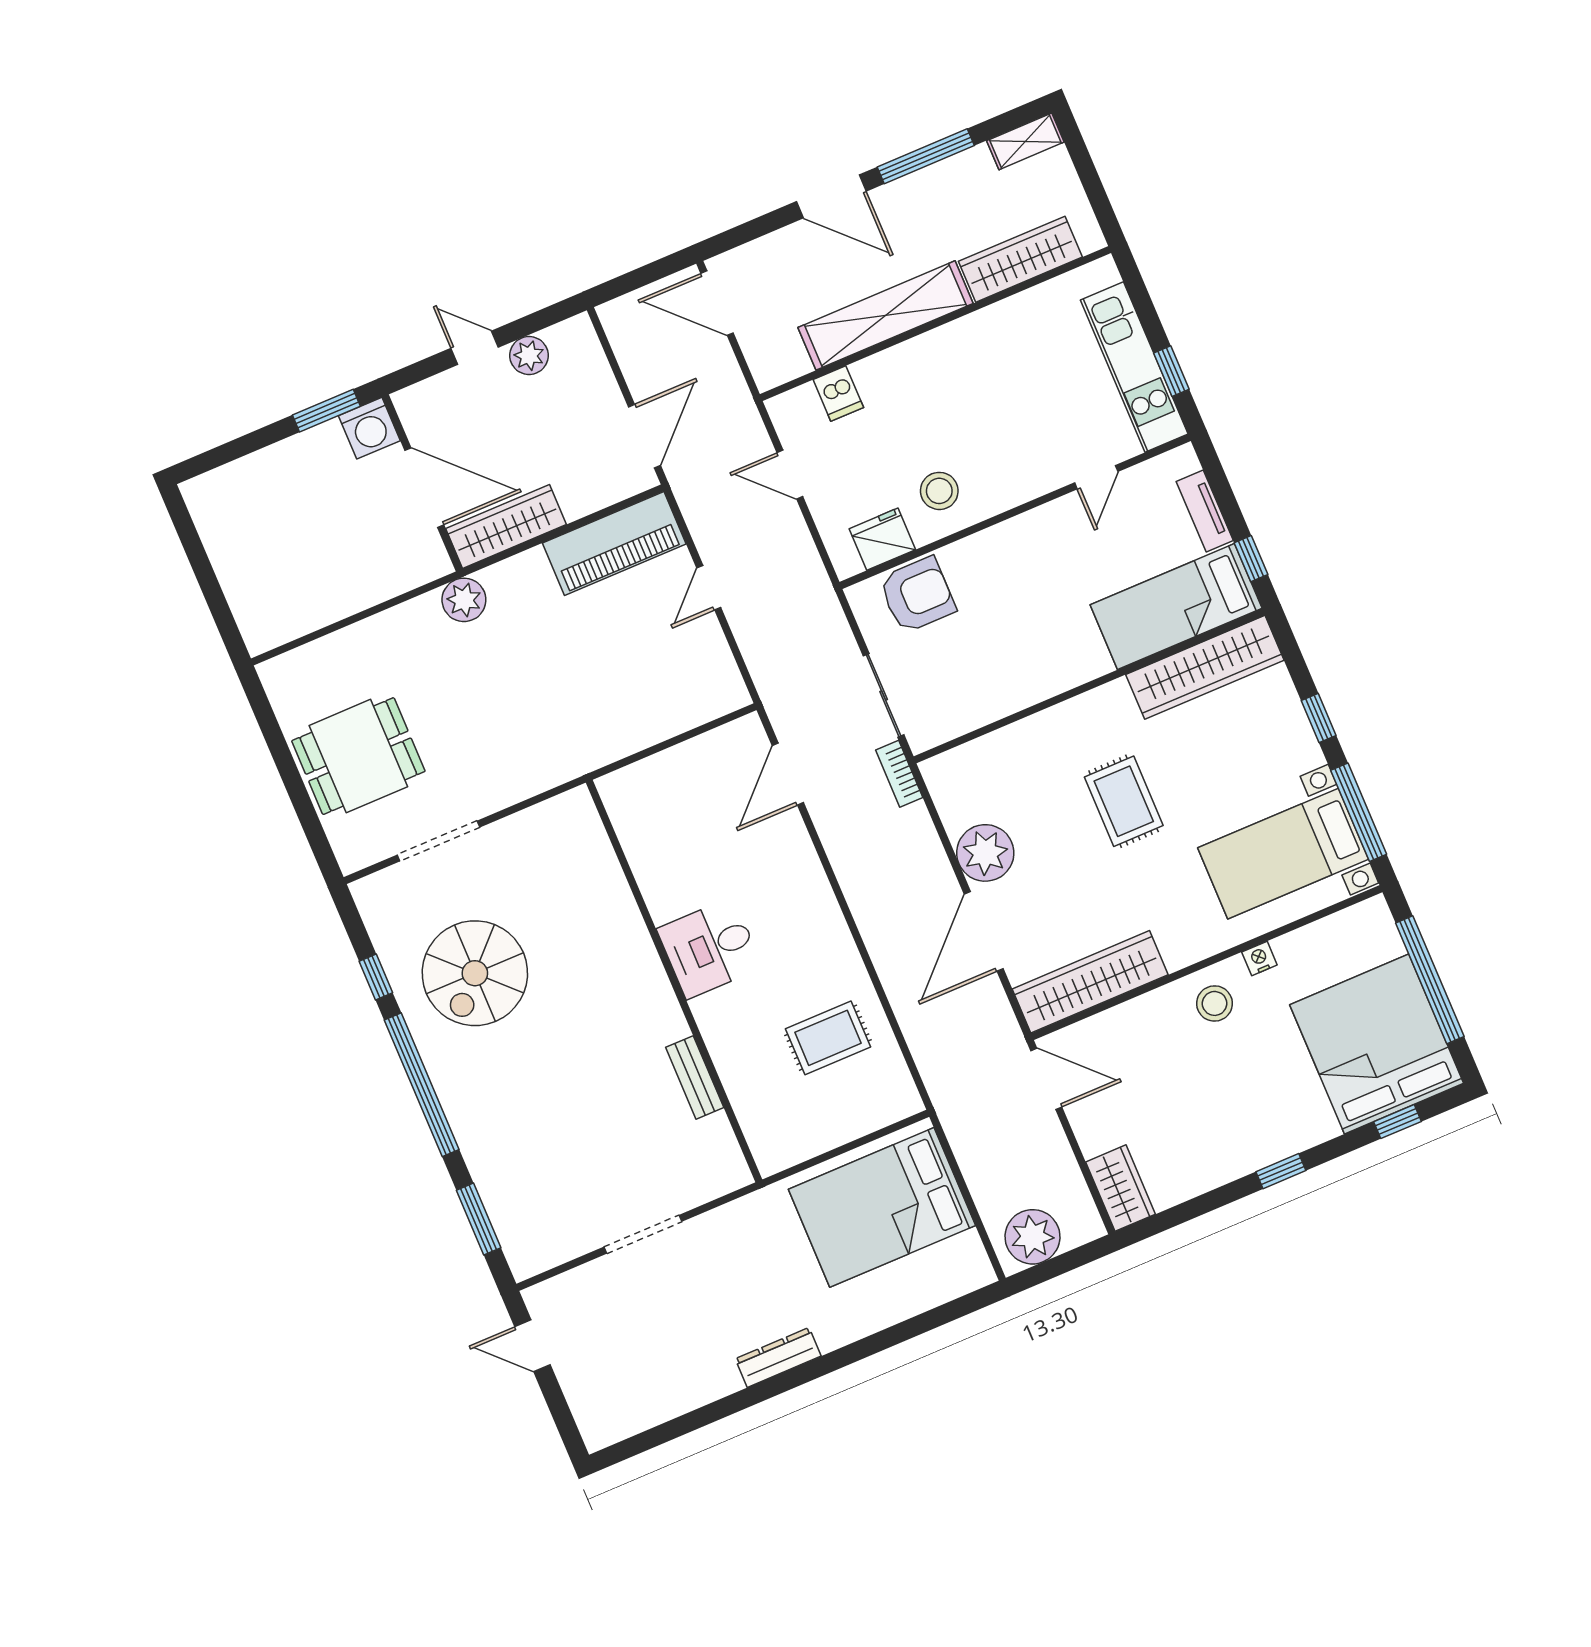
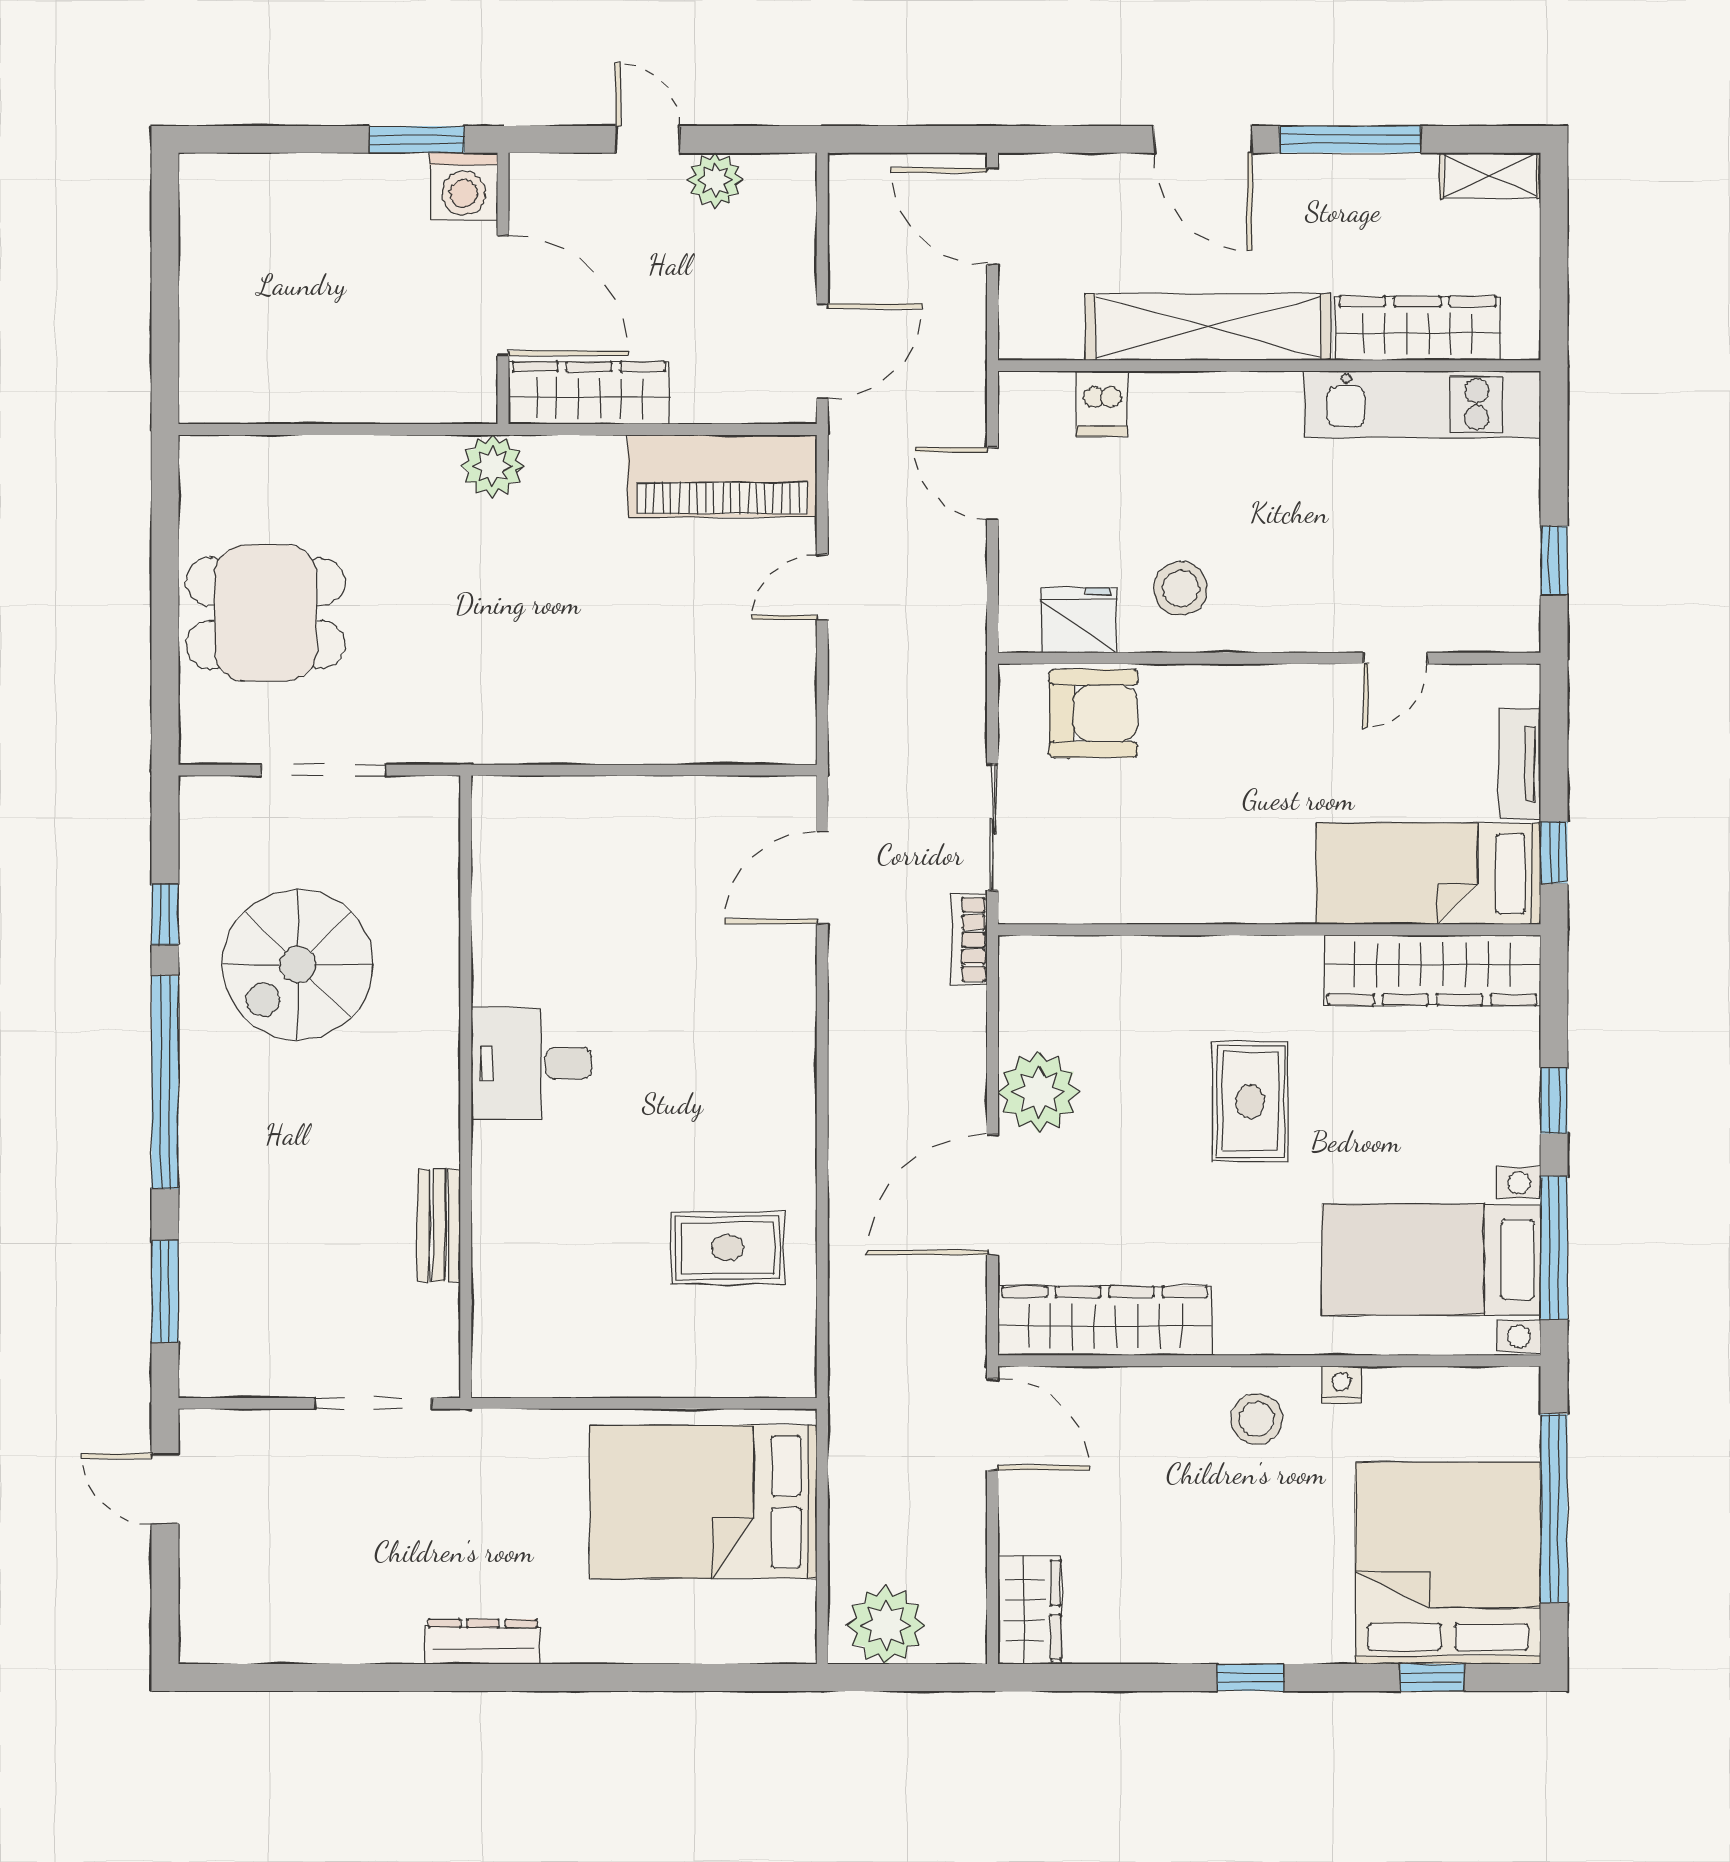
kitchen unit: (1134, 367) -> (1422, 404), moved, turned -90
desk: (710, 948) -> (531, 1063), moved
wall: (674, 981) -> (466, 1087), moved
bench: (695, 1077) -> (439, 1226), moved

